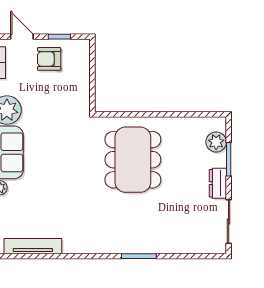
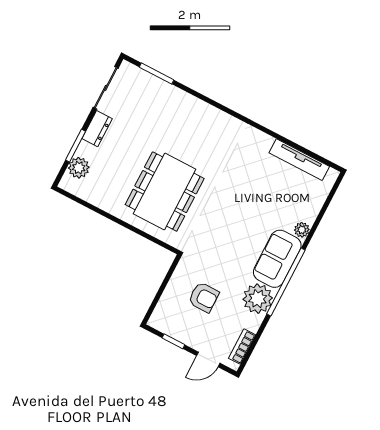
door: (22, 37) -> (208, 359), hinge flipped
armchair: (49, 59) -> (204, 297), moved
window: (139, 256) -> (157, 74), moved

